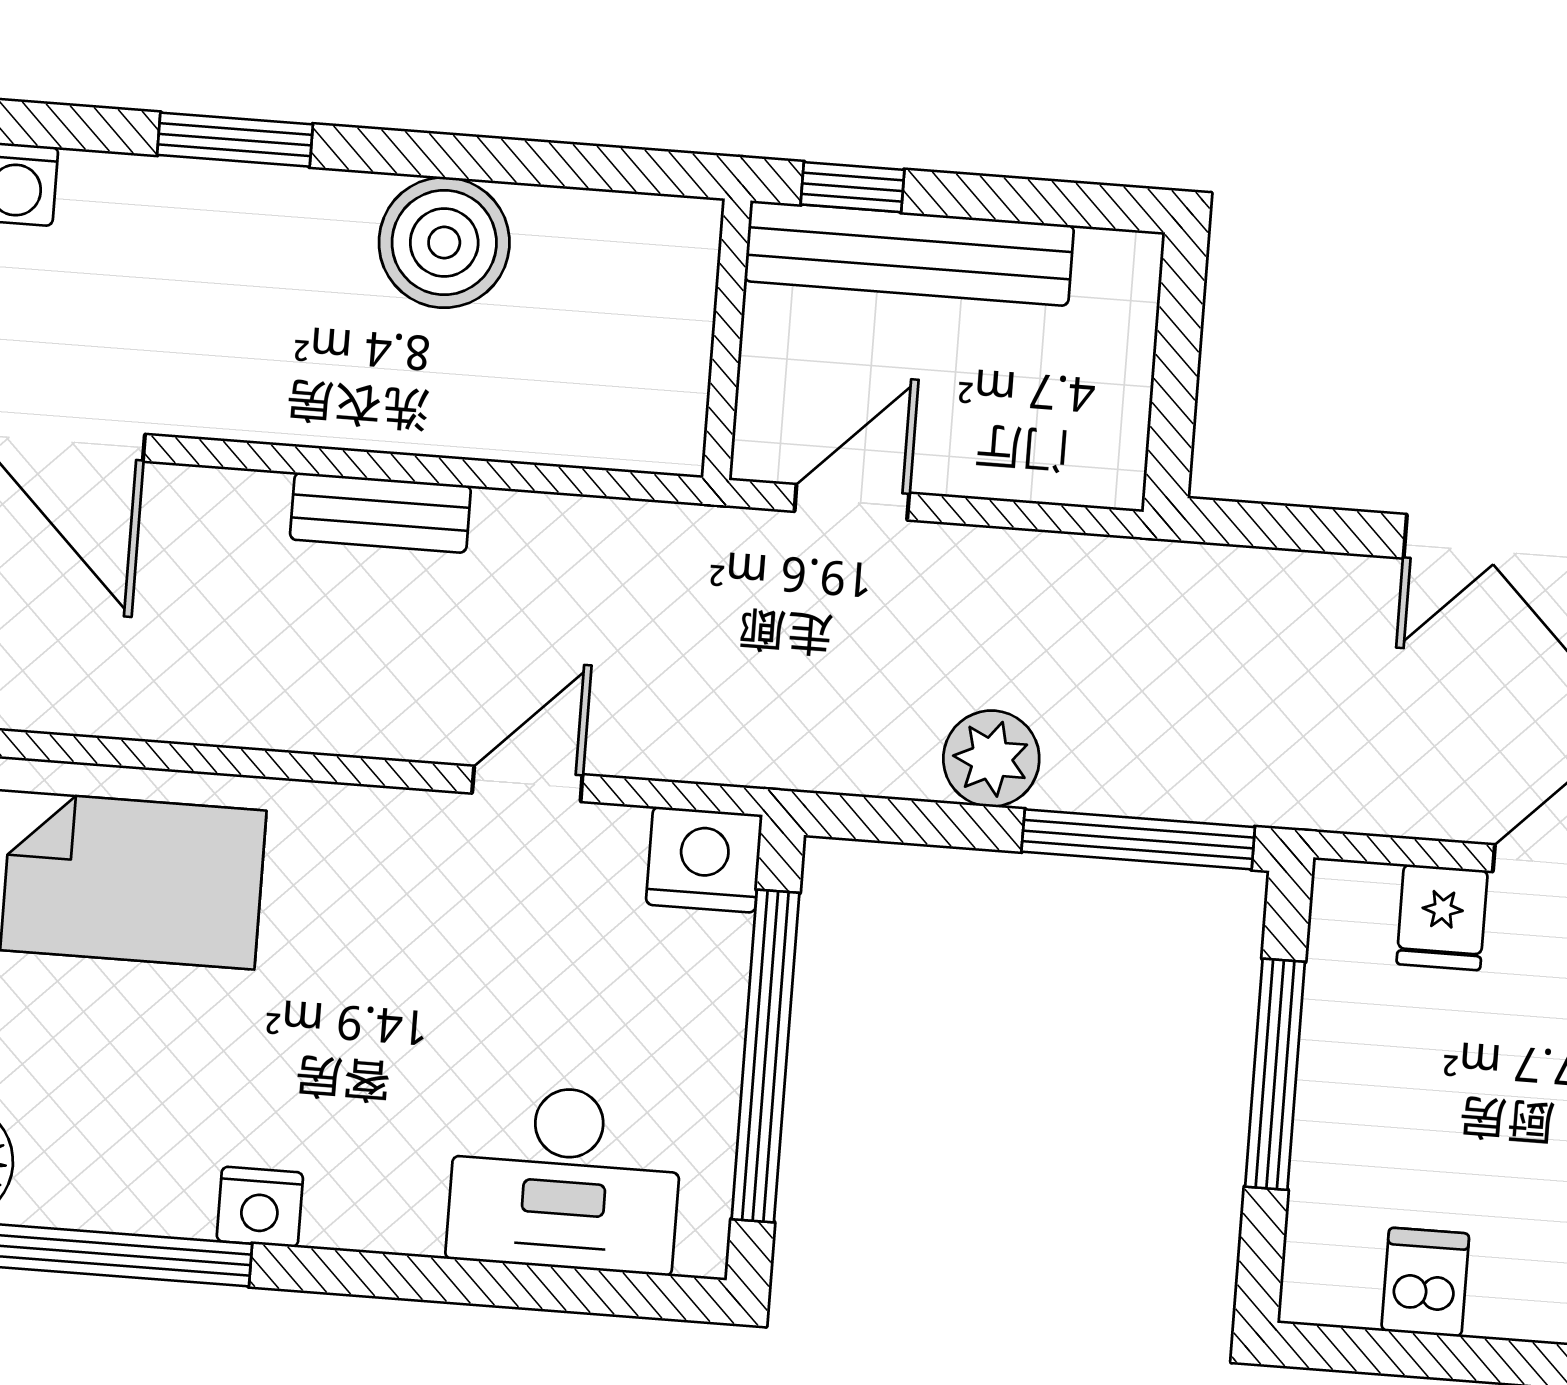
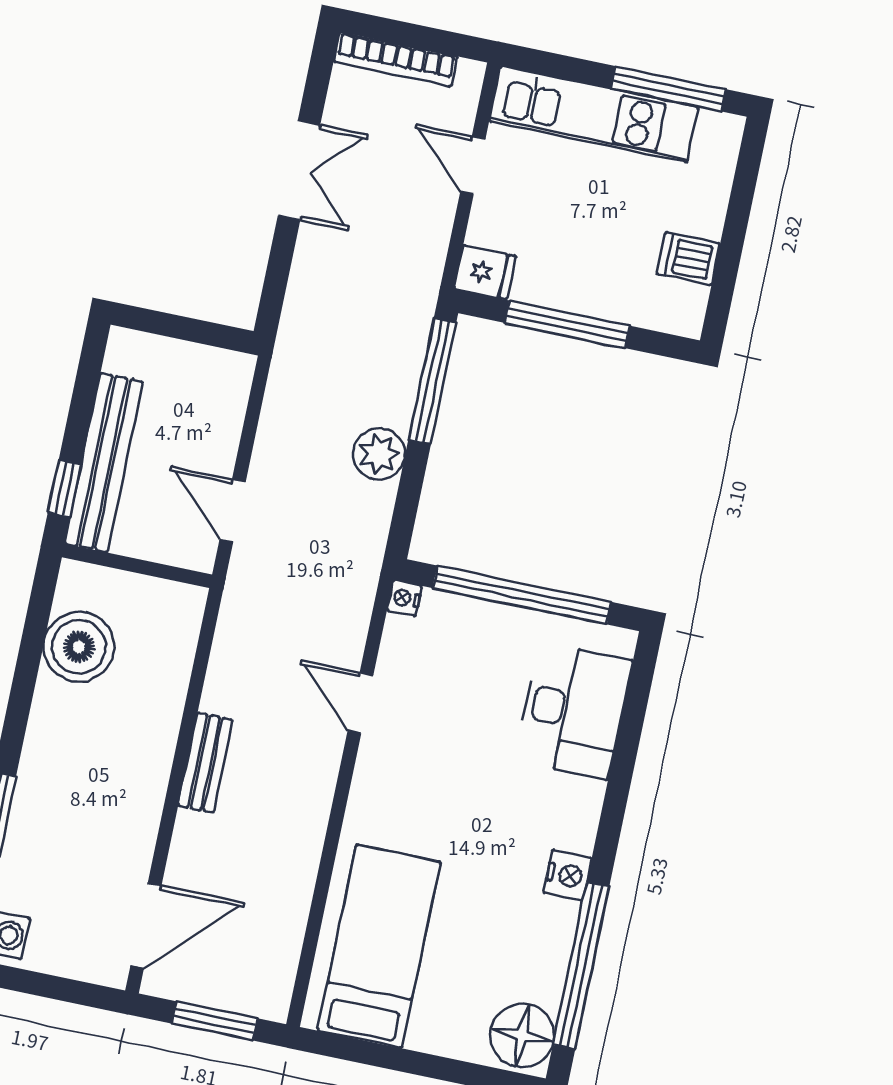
boiler: (444, 243) -> (79, 647), moved
nightstand: (704, 860) -> (404, 598), width x0.53, depth x0.56
fridge: (1442, 917) -> (485, 272), moved

